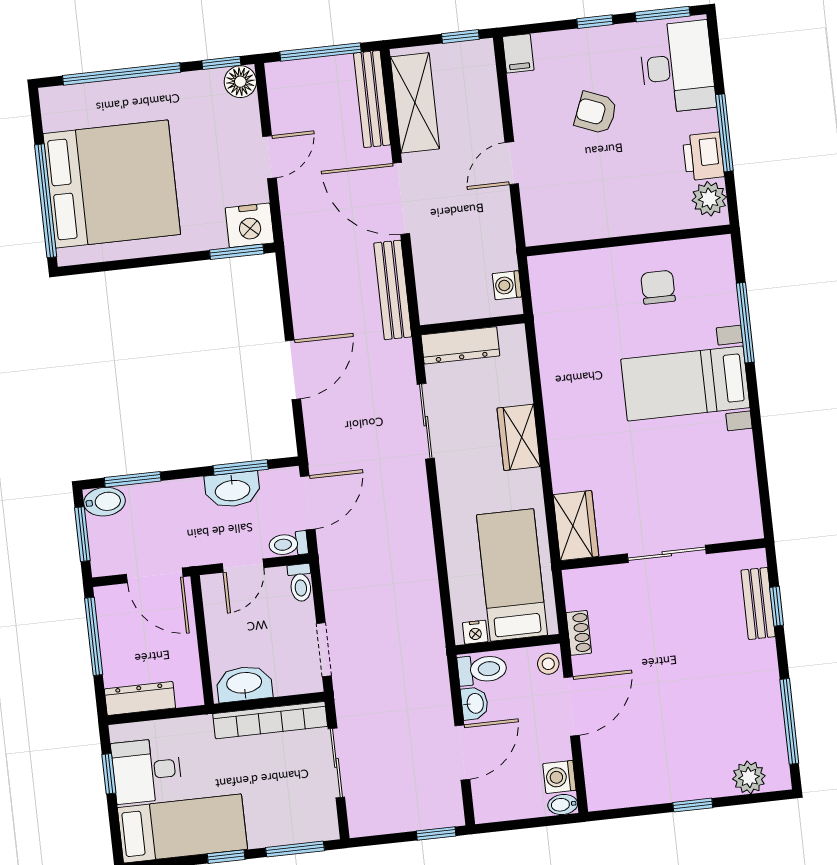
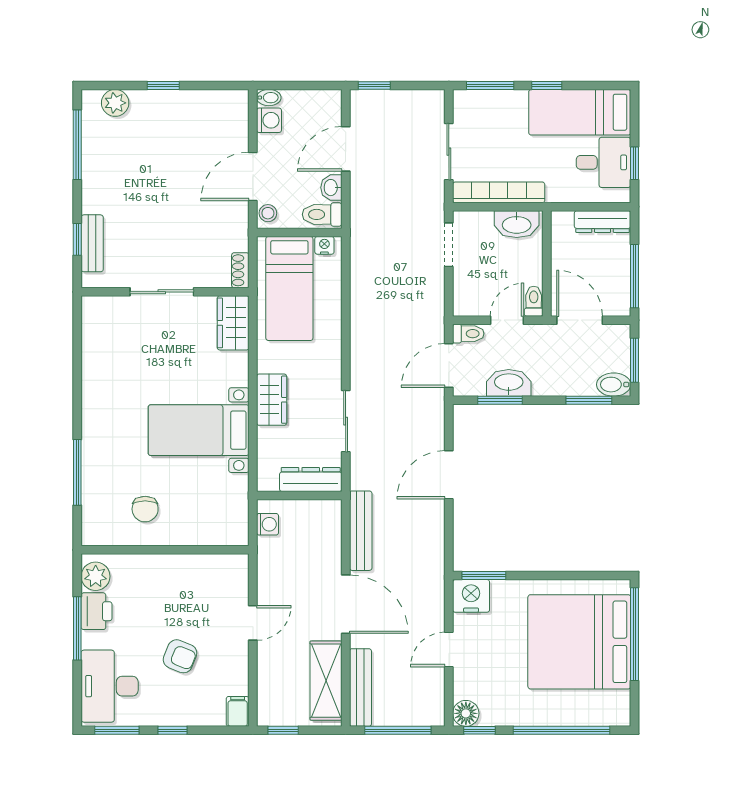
bed with nightstands: (685, 383) -> (199, 430), moved, turned 180
toilet: (300, 583) -> (534, 301), moved
shoe rack: (579, 633) -> (240, 270), moved

